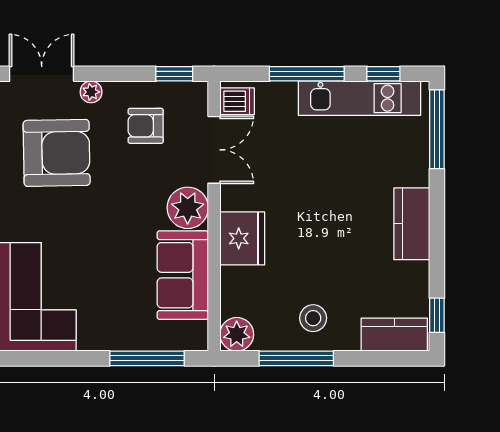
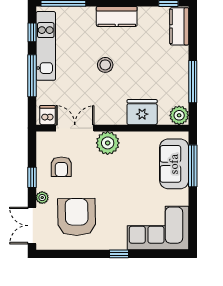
window: (174, 74) -> (32, 177), moved
fridge: (242, 238) -> (142, 112), moved
sofa: (183, 275) -> (174, 164), moved, turned 90
stool: (313, 318) -> (105, 65), moved

